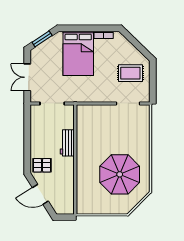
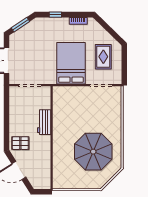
window: (79, 28) -> (55, 15), added
bed: (78, 53) -> (71, 63), moved, turned 180
rug: (130, 73) -> (103, 57), turned 90

